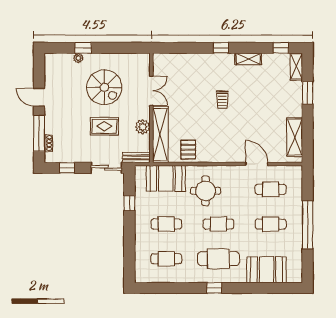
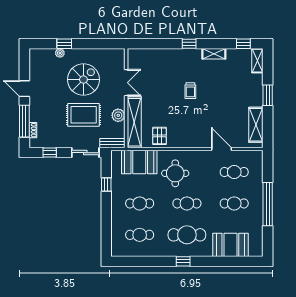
spiral stairs: (104, 87) -> (83, 80), turned -90
window: (308, 93) -> (268, 95), moved
rug: (104, 126) -> (84, 115), width x1.36, depth x1.43

